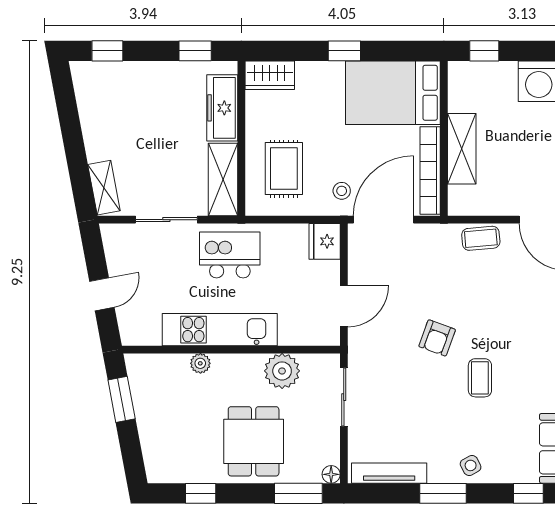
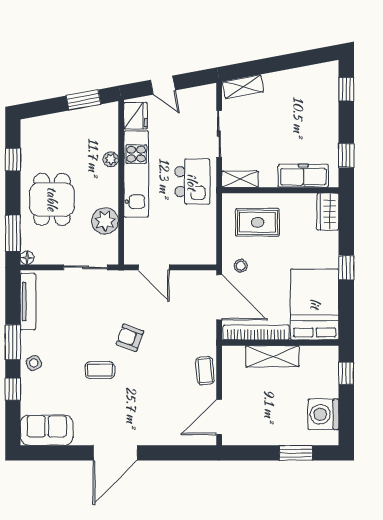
shelving: (223, 179) -> (240, 179), width x0.67, depth x0.75
fridge: (325, 241) -> (136, 116), moved, turned 90
dining table: (254, 441) -> (52, 199), turned 90
window: (528, 493) -> (13, 389), moved

